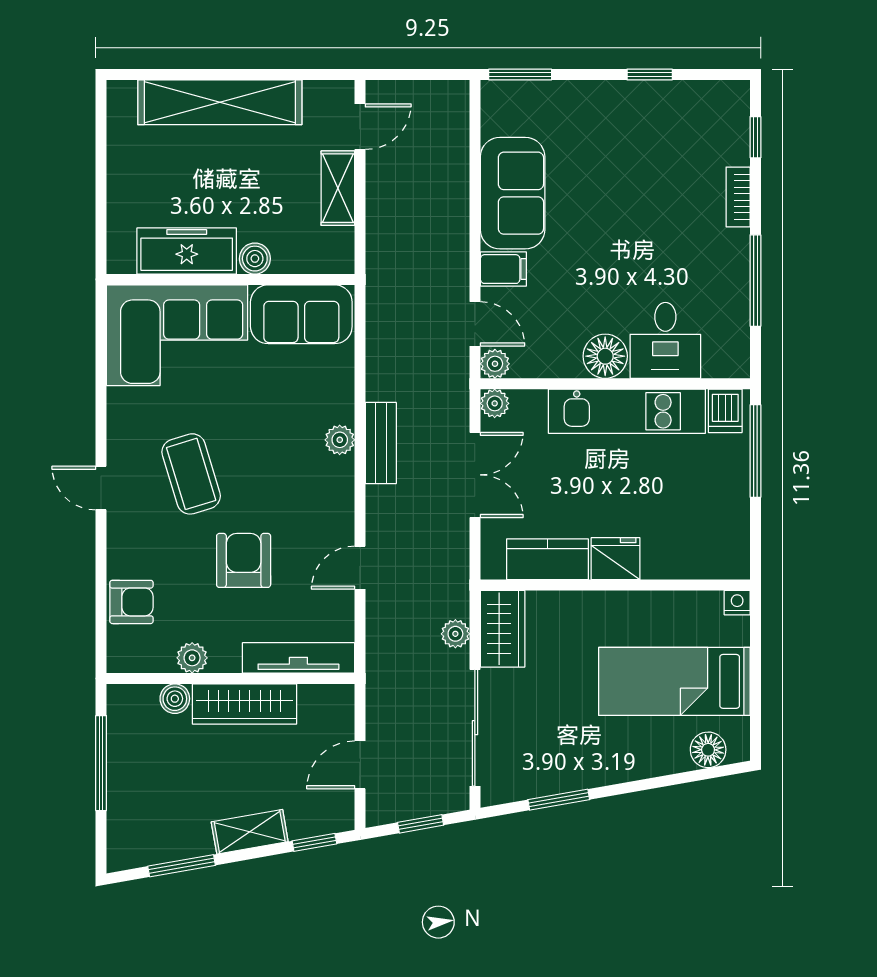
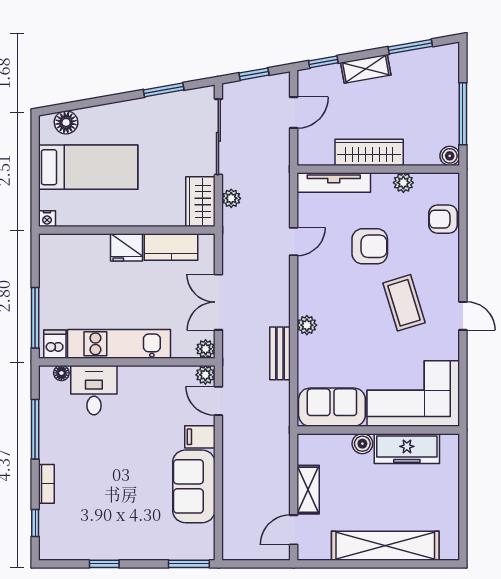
floor lamp: (605, 356) -> (61, 373), moved, width x0.53, depth x0.53
bench: (381, 443) -> (280, 353), moved
door: (101, 488) -> (463, 316), moved
armchair: (244, 560) -> (370, 246), turned -90
boiler: (175, 699) -> (450, 156), moved

